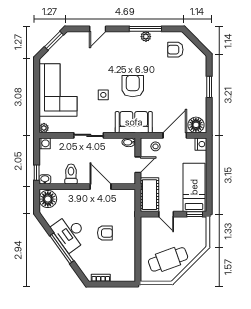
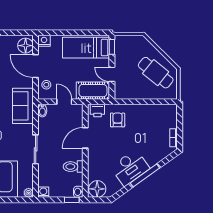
printer: (129, 199) -> (97, 111), added
door: (166, 214) -> (112, 74), swing flipped
armchair: (105, 233) -> (118, 120), moved
cafe table: (168, 259) -> (156, 73), turned -31

